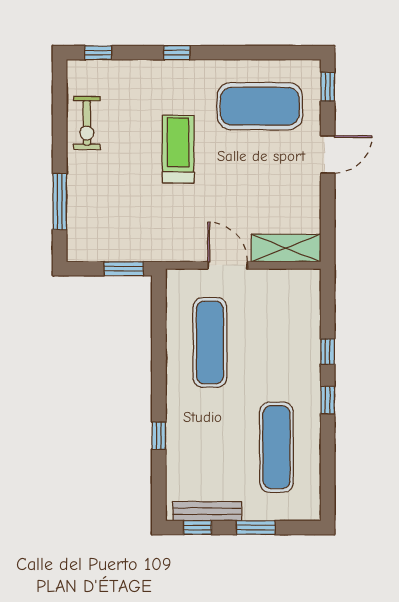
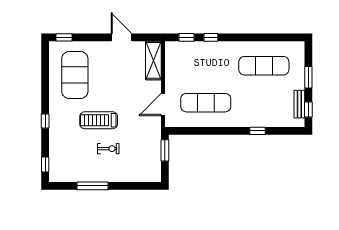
exercise bike: (87, 123) -> (108, 149), moved, width x0.73, depth x0.72
door: (328, 154) -> (122, 37), moved
window: (60, 202) -> (93, 186), moved
door: (228, 265) -> (163, 104), moved
window: (328, 400) -> (187, 37), moved
bench: (207, 511) -> (299, 104), width x0.73

